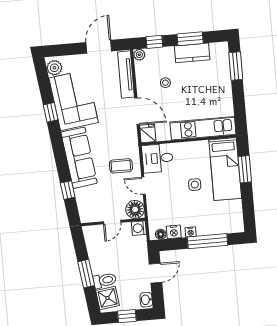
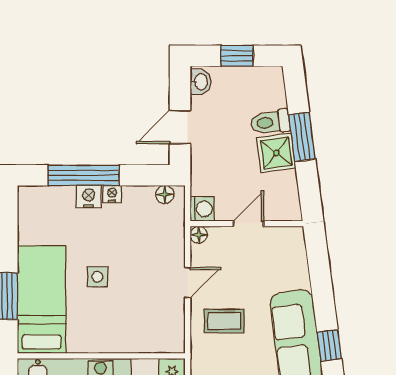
desk: (158, 158) -> (159, 329), removed
door: (144, 186) -> (188, 283), hinge flipped
window: (68, 190) -> (329, 345), moved
floor lamp: (135, 209) -> (199, 235), width x0.53, depth x0.53
nightstand: (174, 232) -> (89, 197), moved
shower: (108, 298) -> (276, 153), moved

